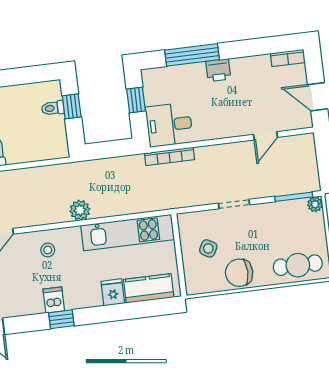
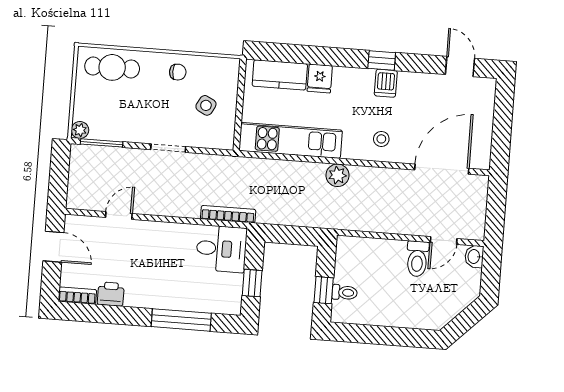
printer: (218, 70) -> (111, 294), moved
chair: (239, 273) -> (178, 72), width x0.54, depth x0.54

